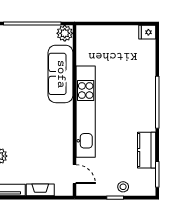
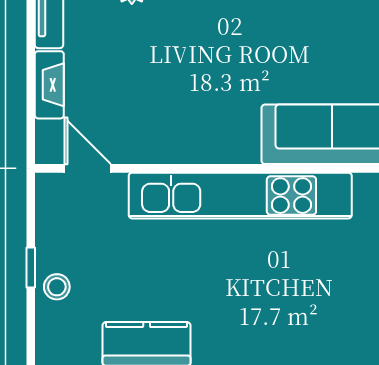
door: (74, 174) -> (88, 168), swing flipped

